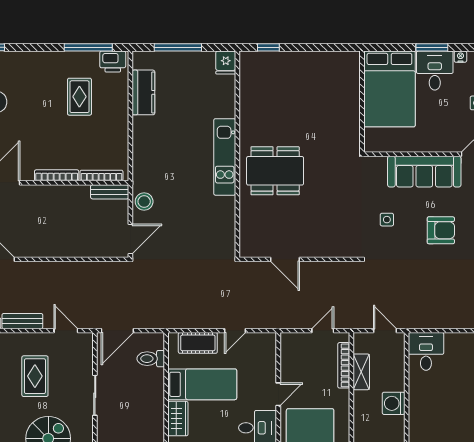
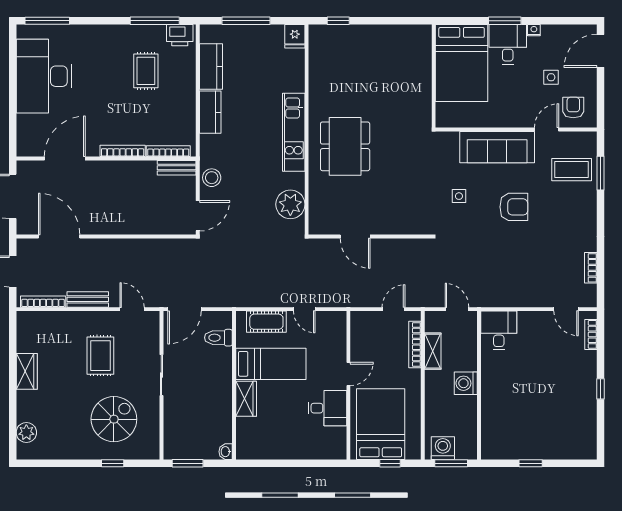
kitchen counter: (143, 137) -> (210, 112), added
dining table: (275, 171) -> (345, 146), turned 90
plant: (221, 228) -> (290, 204), added
door: (235, 331) -> (304, 309), hinge flipped

